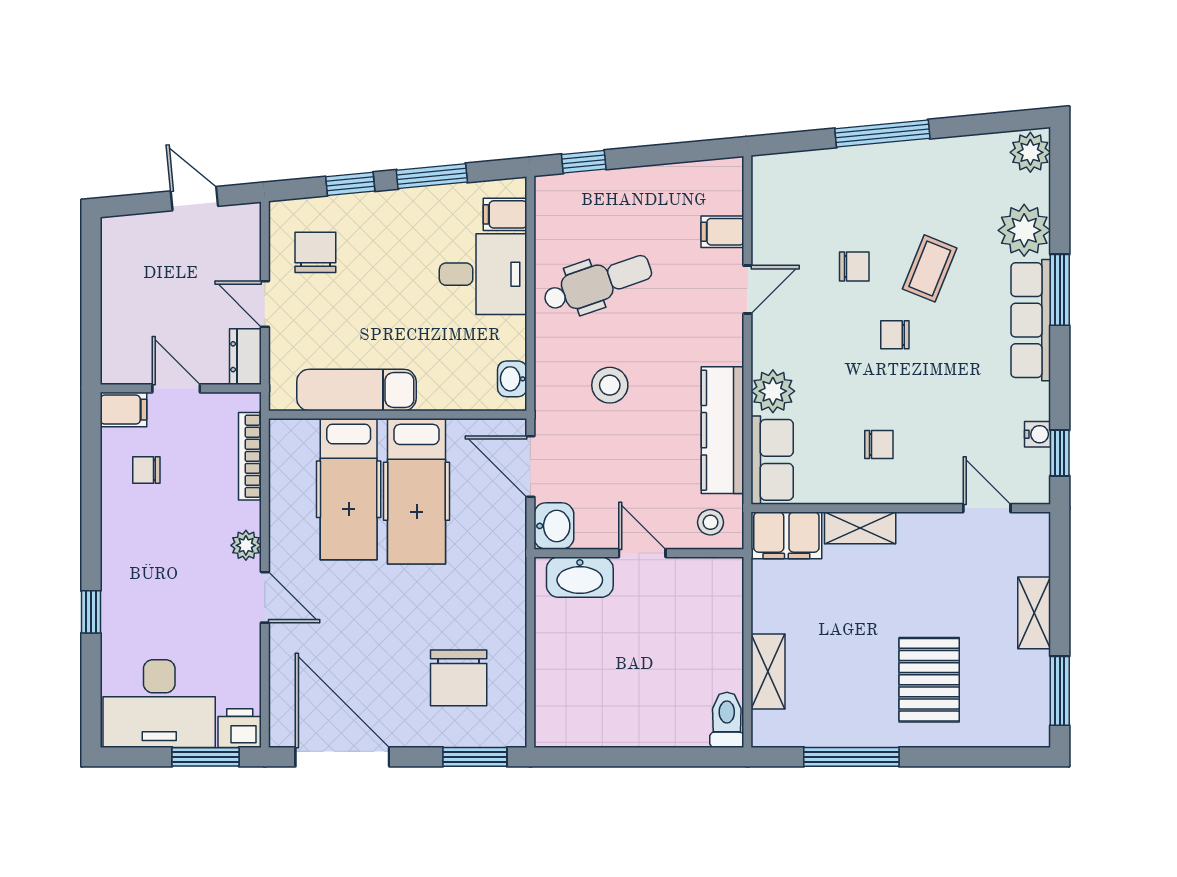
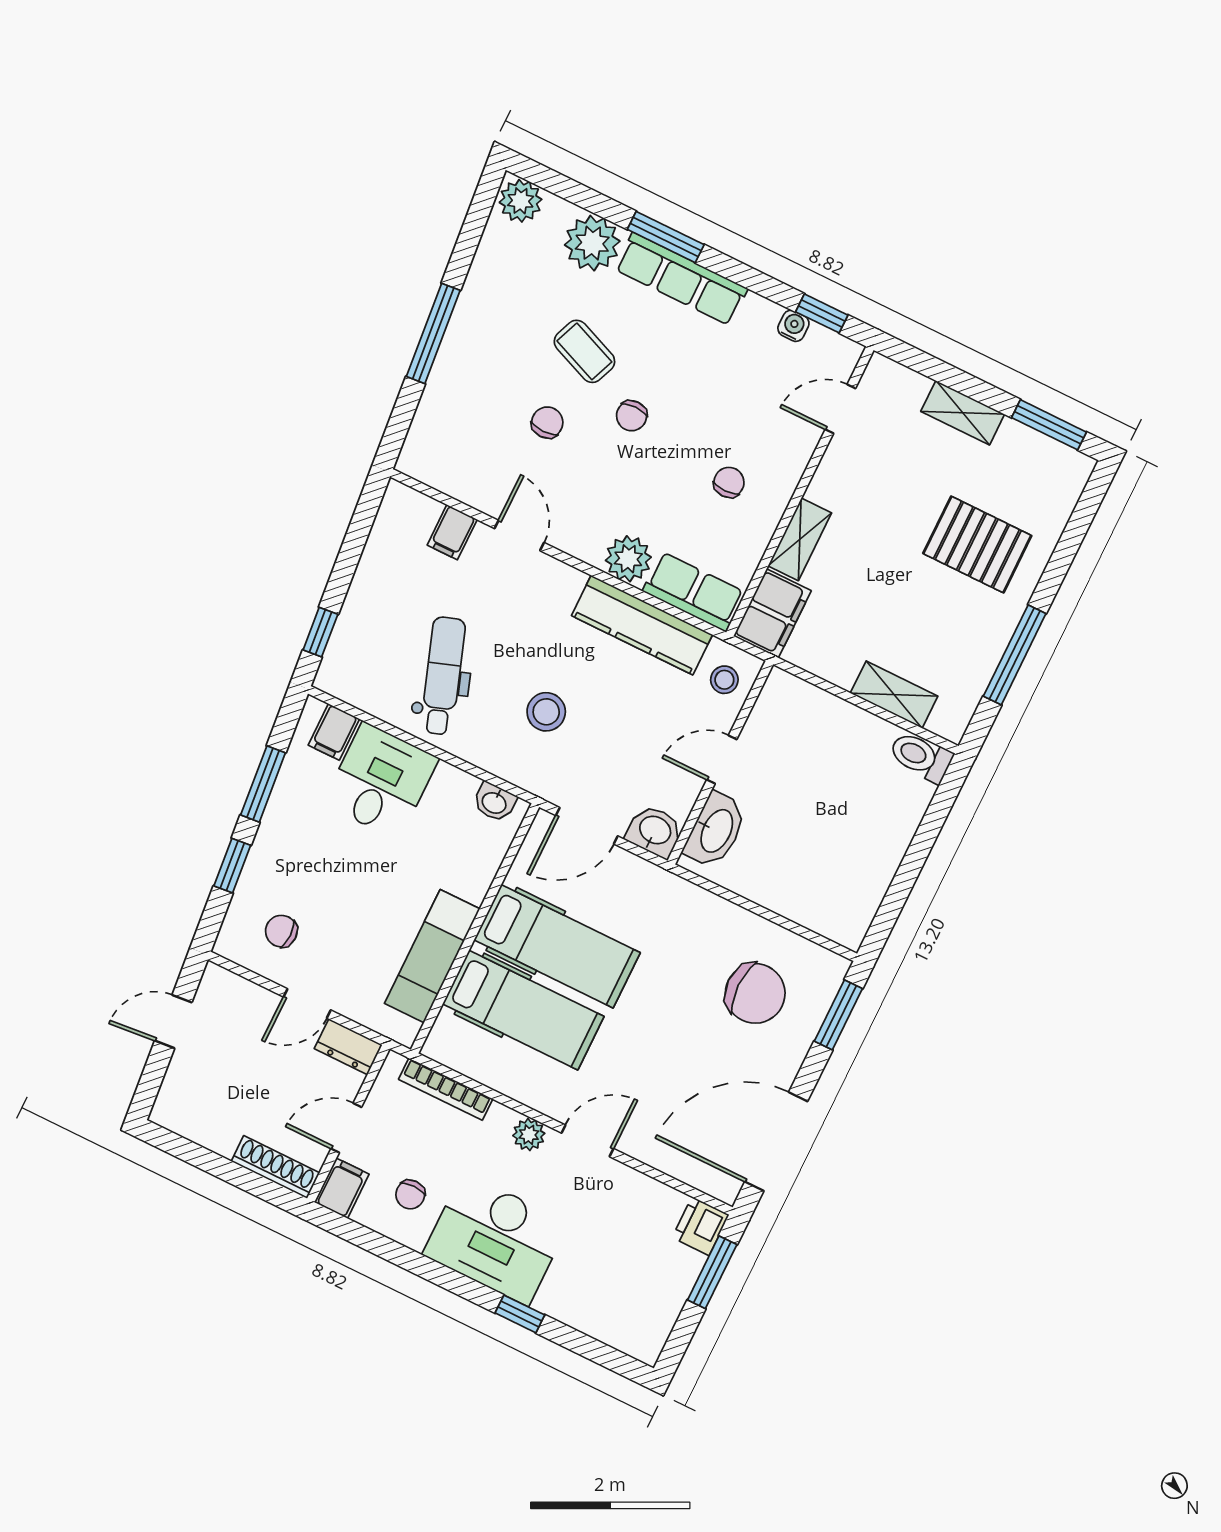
chair: (315, 252) -> (281, 931), width x0.73, depth x0.73
shoe rack: (114, 345) -> (275, 1167), added
desk: (159, 704) -> (496, 1239), moved, turned 90

